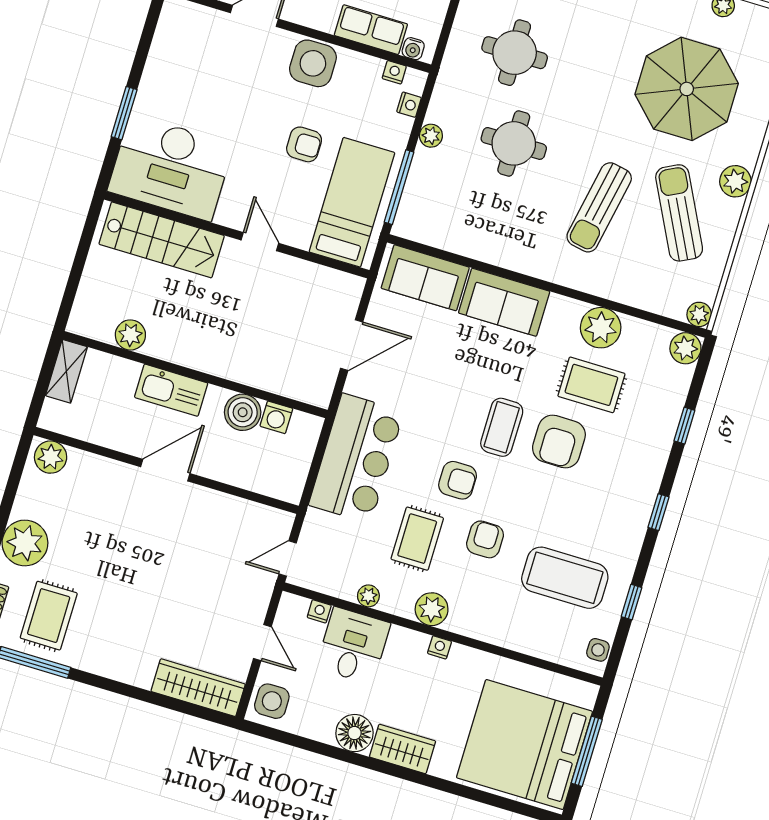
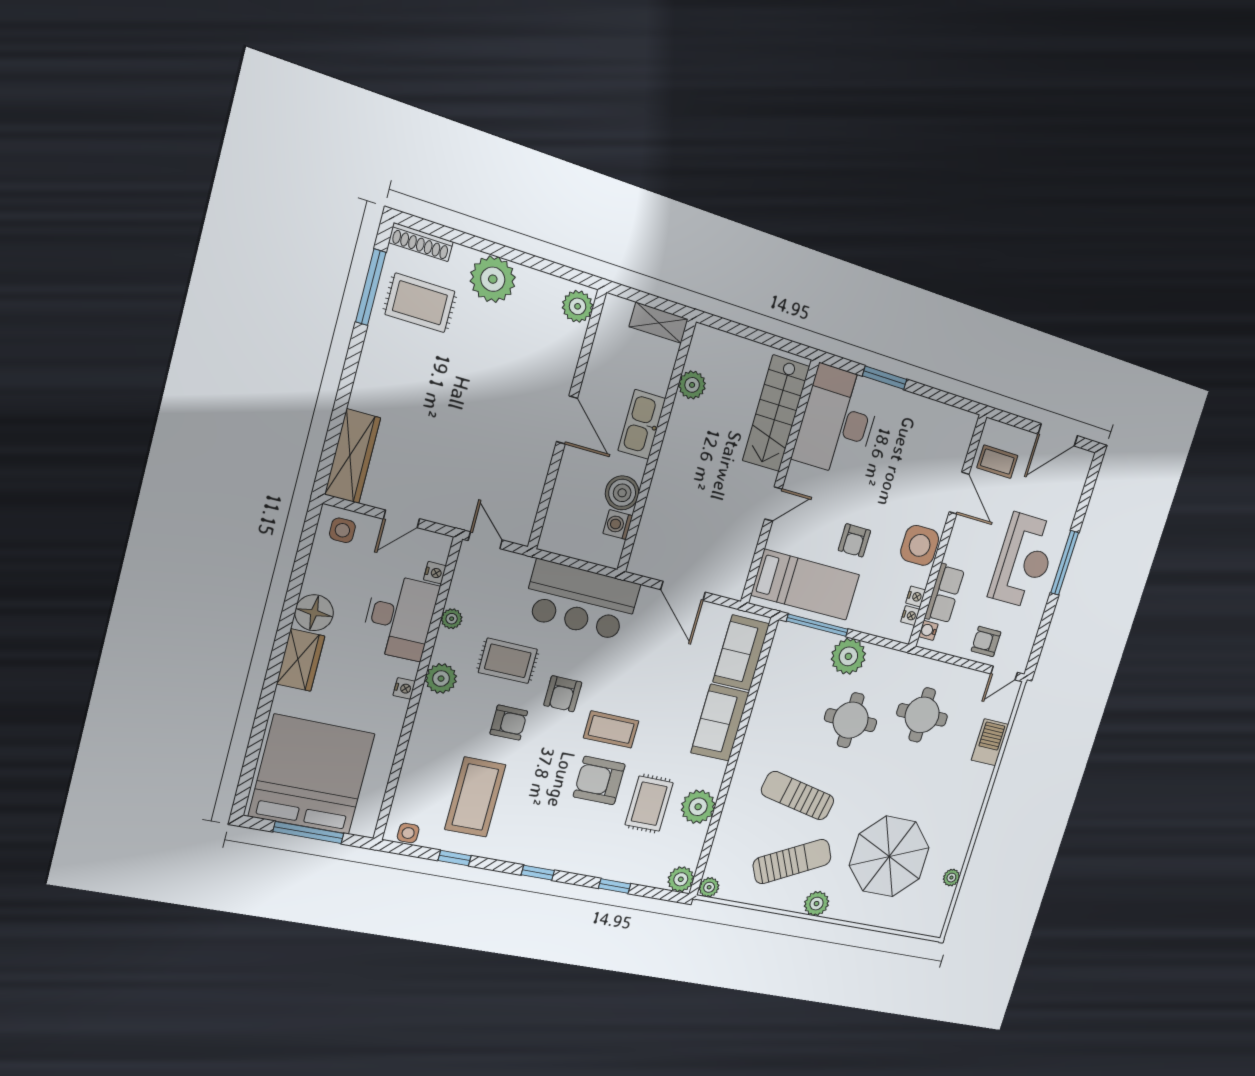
nightstand: (409, 105) -> (916, 597), moved, turned -90
plant: (431, 136) -> (848, 656), width x1.87, depth x1.87
desk: (353, 646) -> (400, 617), width x1.37
side table: (272, 701) -> (342, 530), width x0.73, depth x0.73

